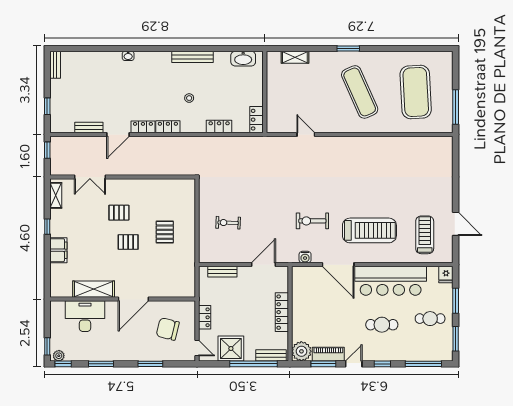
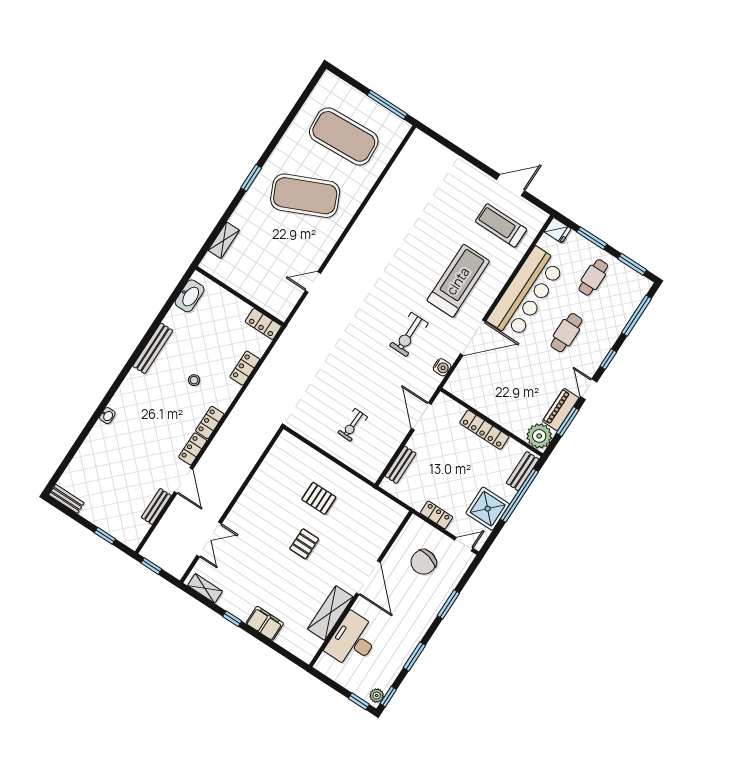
exercise mat: (360, 92) -> (305, 196), width x1.47
pallet: (119, 213) -> (267, 533), removed

